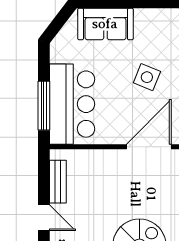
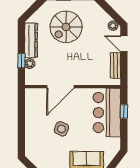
window: (44, 106) -> (124, 112), width x0.46

